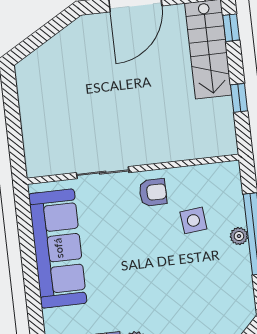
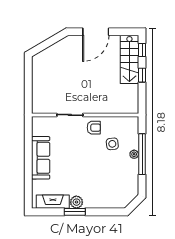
window: (239, 98) -> (142, 75), moved
sofa: (58, 248) -> (41, 158), width x0.74, depth x0.79

